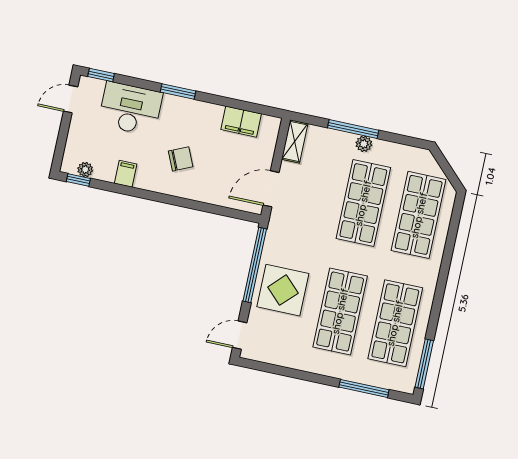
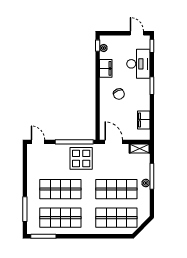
filing cabinet: (126, 174) -> (106, 68), width x2.00
display table: (283, 290) -> (81, 158), moved

